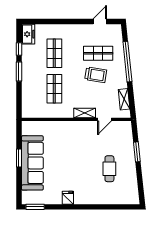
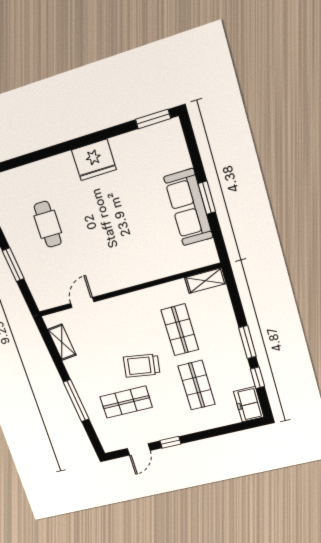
window: (80, 22) -> (170, 442), added
window: (127, 62) -> (76, 401), width x0.68
trolley: (96, 75) -> (142, 366), moved
shelving: (85, 113) -> (205, 281), moved
sofa: (32, 163) -> (188, 207), width x0.74, depth x0.79
fridge: (68, 198) -> (94, 160), width x1.88, depth x1.34

